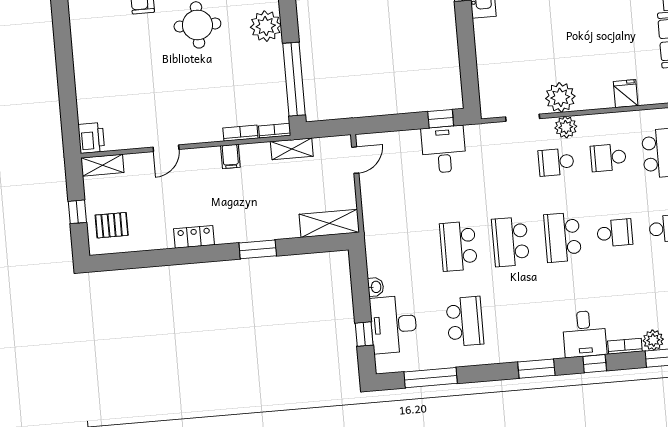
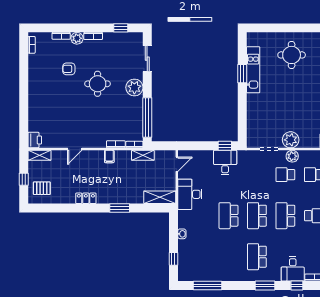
school desk: (465, 321) -> (257, 257), moved, turned 180
desk: (394, 324) -> (190, 194), moved

